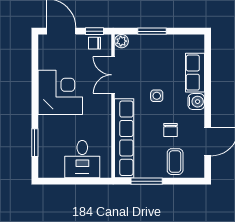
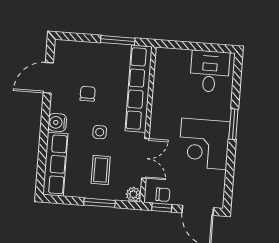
row of seats: (195, 73) -> (55, 164), width x1.48
window: (35, 143) -> (233, 124), moved
desk: (82, 159) -> (210, 71), moved
coffee table: (175, 162) -> (101, 170), moved

